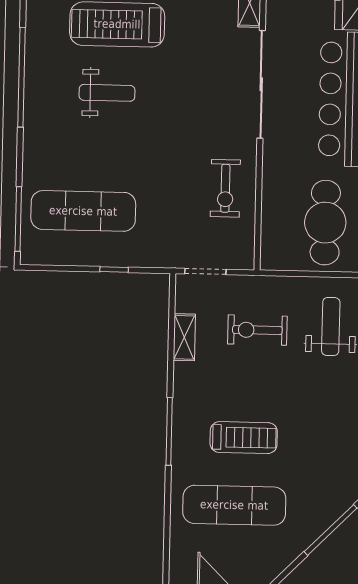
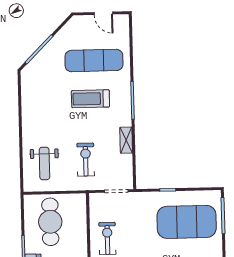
exercise mat: (83, 211) -> (187, 222), width x1.47
exercise bike: (257, 330) -> (86, 160), turned -90
shelving: (184, 337) -> (126, 140), moved

